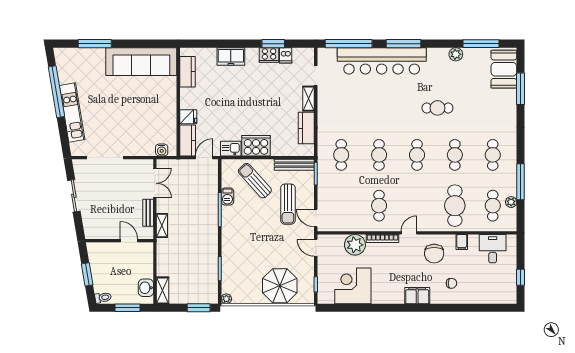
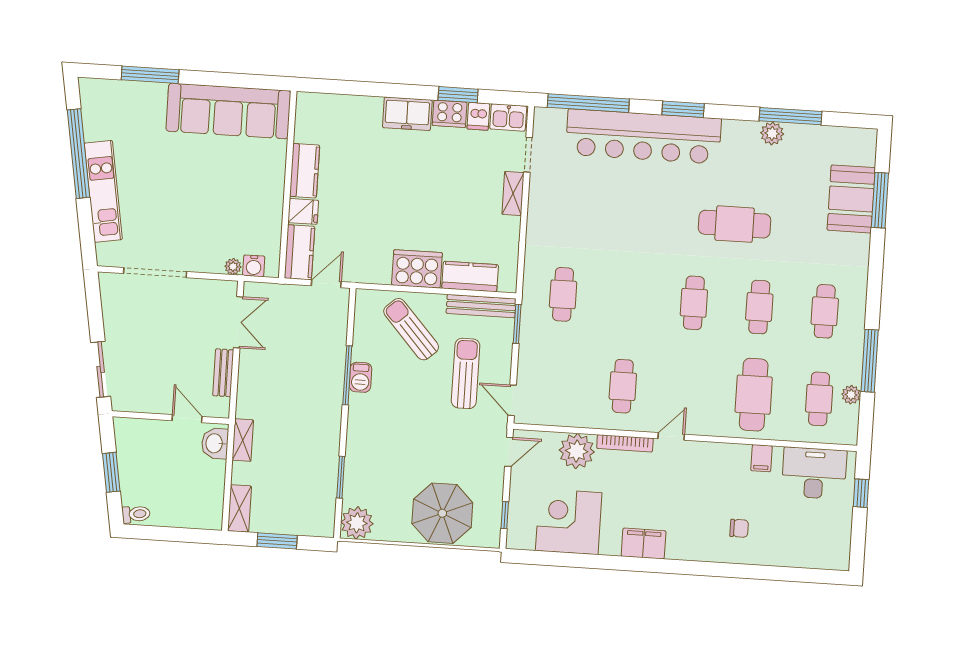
window: (404, 44) -> (683, 109), width x0.69
window: (481, 44) -> (791, 116), moved
freezer: (231, 57) -> (407, 114), moved
booth: (504, 69) -> (851, 199), moved
kitchen counter: (187, 72) -> (305, 171), moved
cafe table: (437, 108) -> (735, 224), width x1.37, depth x1.35
kitchen counter: (306, 128) -> (470, 277), moved, turned 90
kitchen sink: (231, 149) -> (508, 117), moved, turned 180
plant: (150, 151) -> (233, 267), added
cafe table: (379, 155) -> (628, 299), removed
sliding door: (74, 196) -> (101, 369), moved
barbecue: (227, 196) -> (361, 377), moved
sun lounger: (288, 204) -> (466, 373), turned 180
shelving: (162, 225) -> (243, 440), moved
door: (316, 248) -> (509, 452), swing flipped
desk: (493, 249) -> (814, 473), width x1.37
chair: (434, 254) -> (712, 475), removed
window: (521, 277) -> (861, 493), moved
washbasin: (146, 288) -> (215, 443), moved
filing cabinet: (417, 296) -> (644, 544), moved
plant: (226, 299) -> (357, 523), width x1.87, depth x1.87
window: (128, 308) -> (177, 534), removed
window: (199, 308) -> (277, 541), moved

